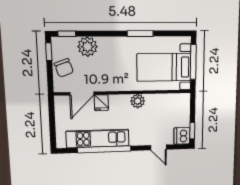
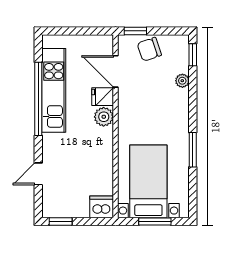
plant: (88, 47) -> (182, 81), width x0.53, depth x0.53
window: (49, 52) -> (135, 31), moved
window: (193, 62) -> (155, 221), width x0.69
plant: (138, 101) -> (104, 117), moved
dishwasher: (182, 136) -> (102, 207), moved

